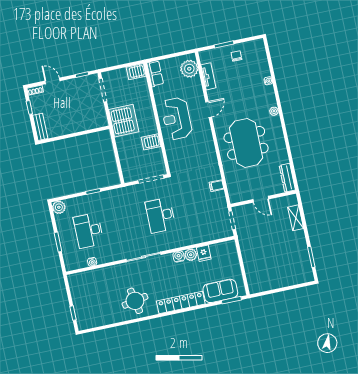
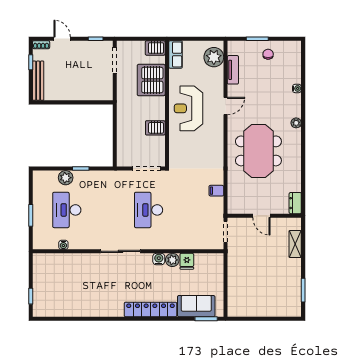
server rack: (124, 121) -> (151, 80), moved, turned 180
bench: (40, 127) -> (38, 81), width x1.36
dresser: (287, 178) -> (295, 203), width x0.70
plant: (59, 207) -> (66, 178), moved
round table: (135, 301) -> (101, 297), removed

